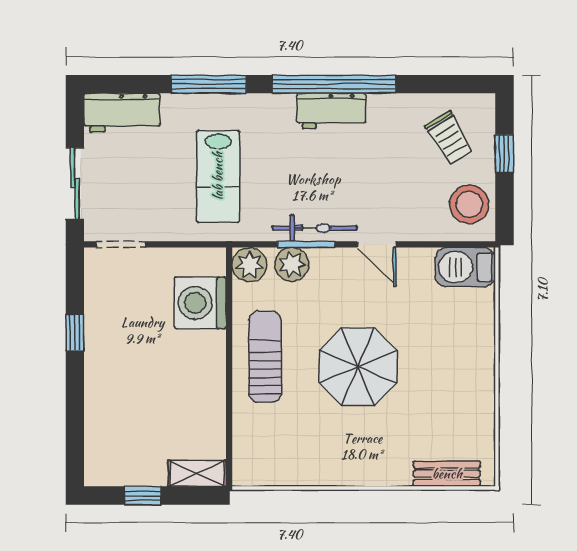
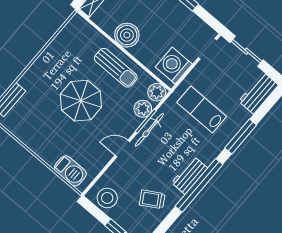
trolley: (449, 138) -> (152, 199), moved
barbecue: (465, 267) -> (70, 171), moved, turned 90
washing machine: (200, 303) -> (174, 66), moved, turned -90
boiler: (202, 381) -> (127, 35), added

